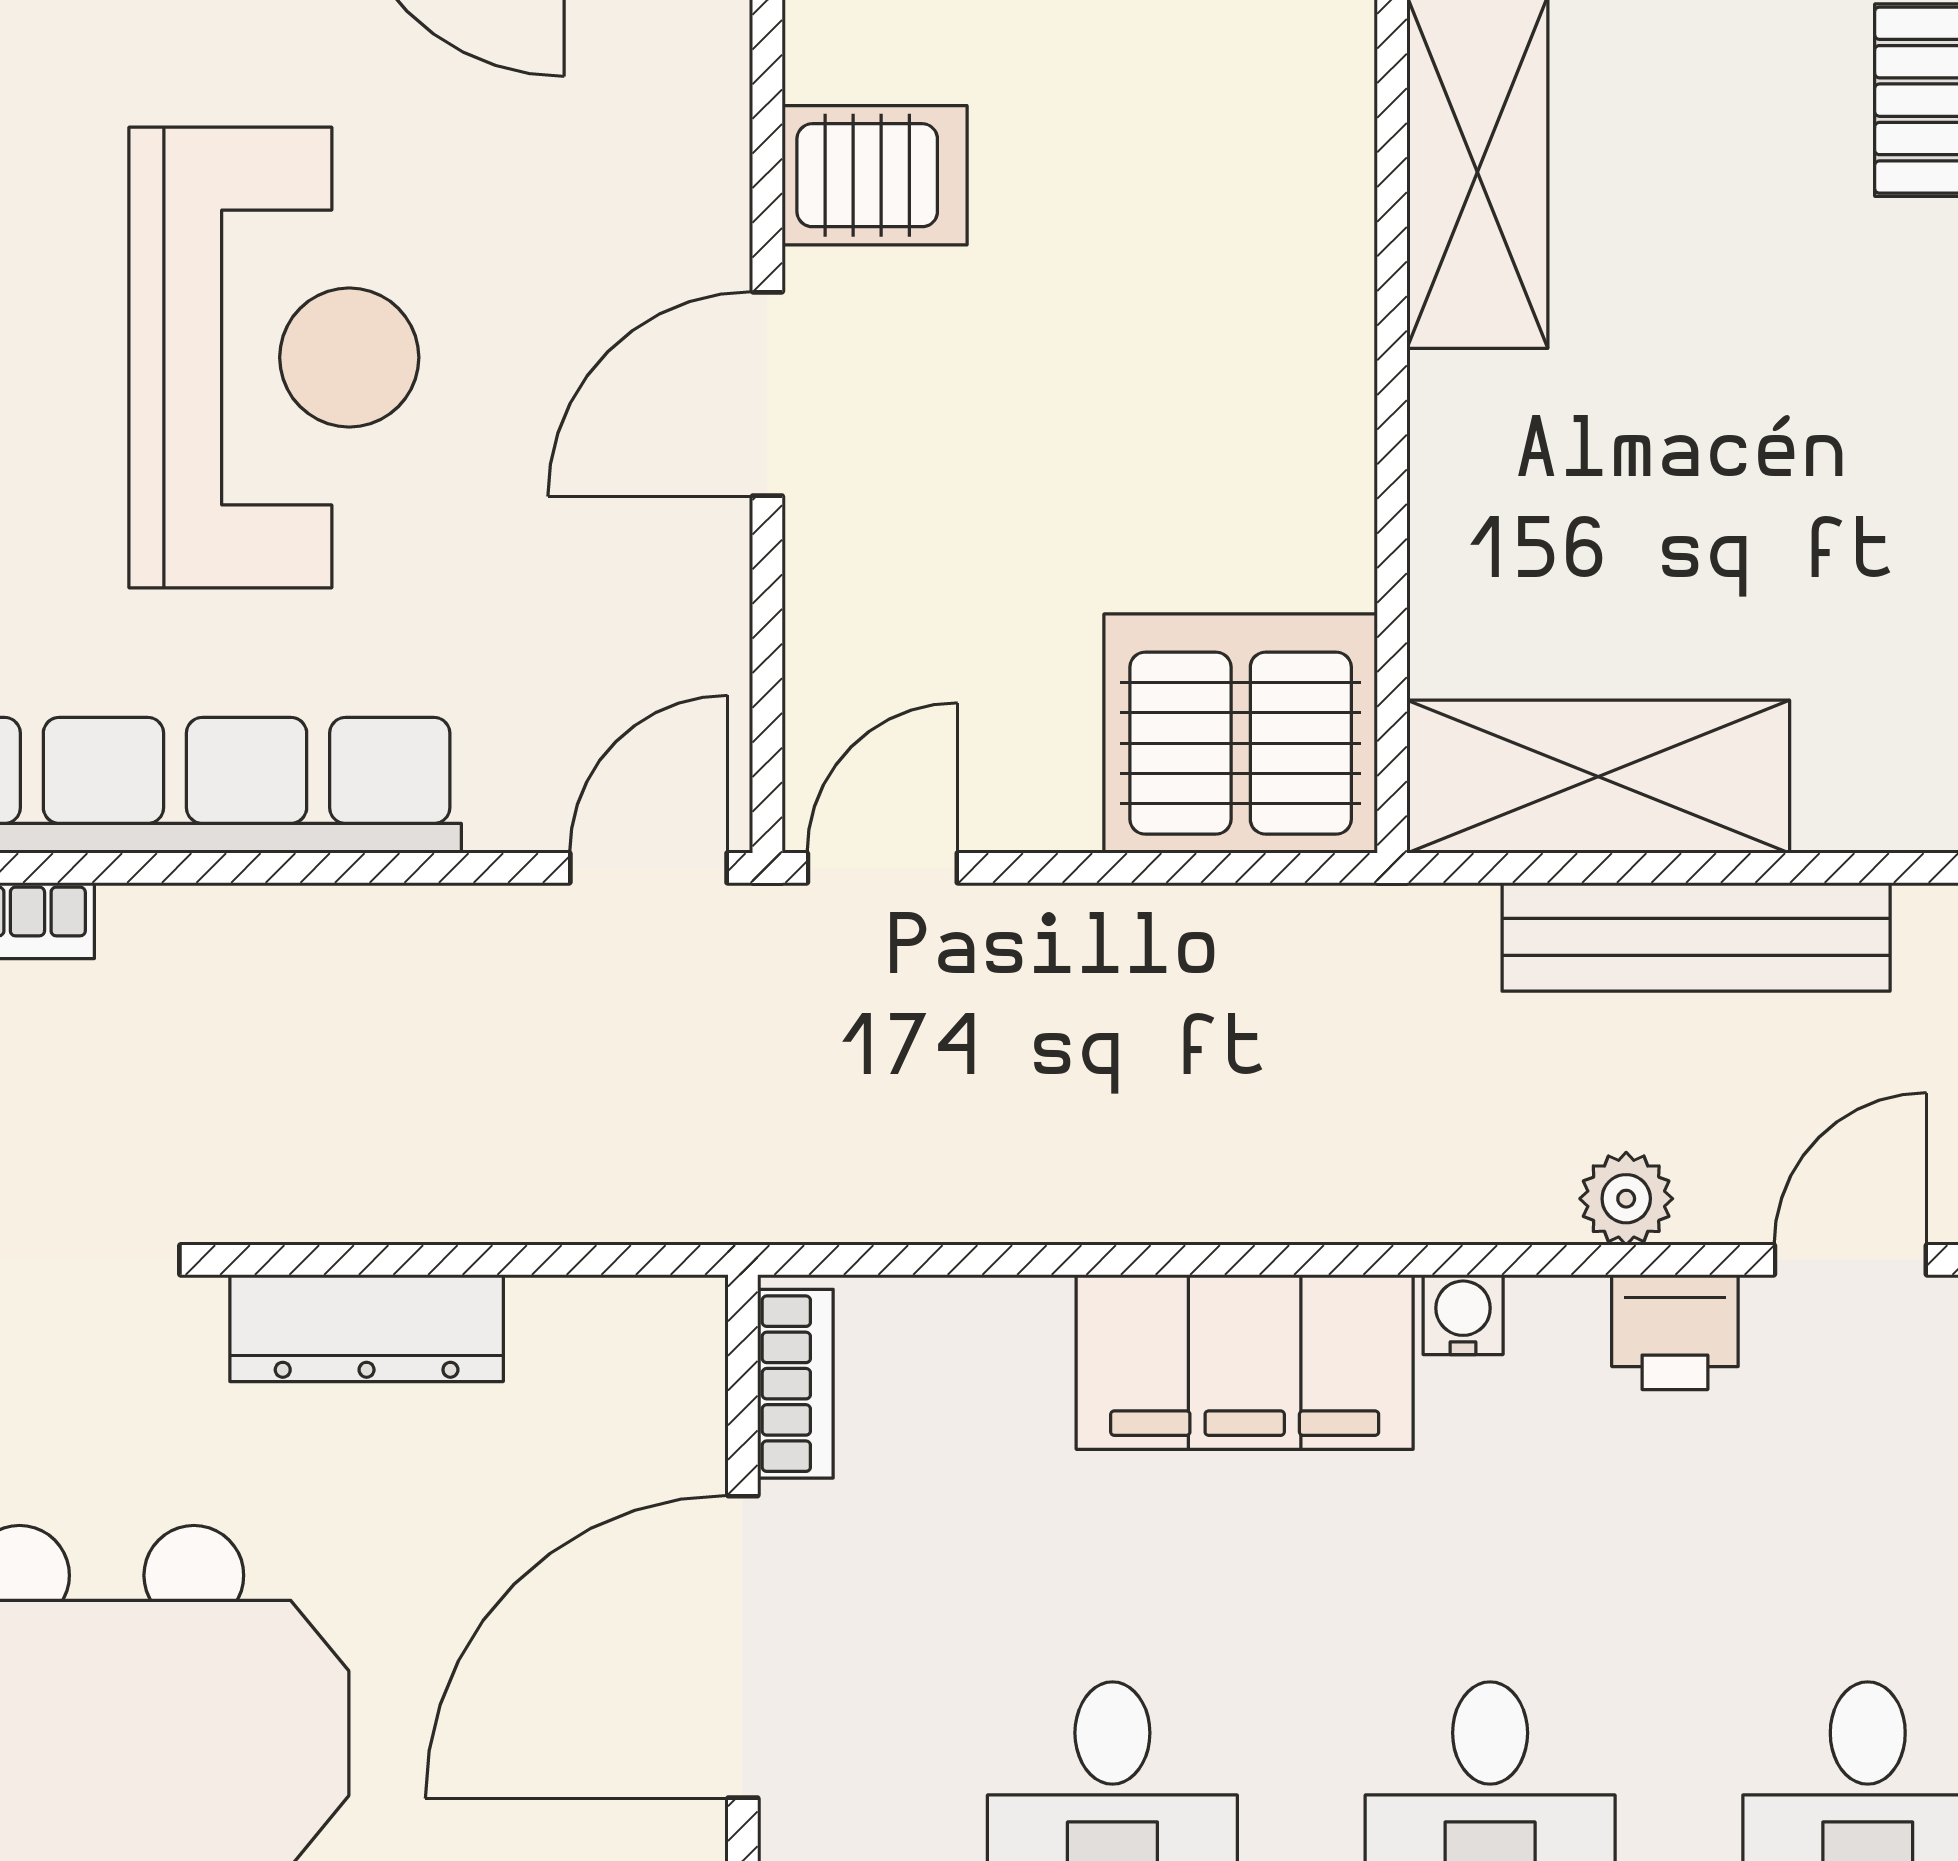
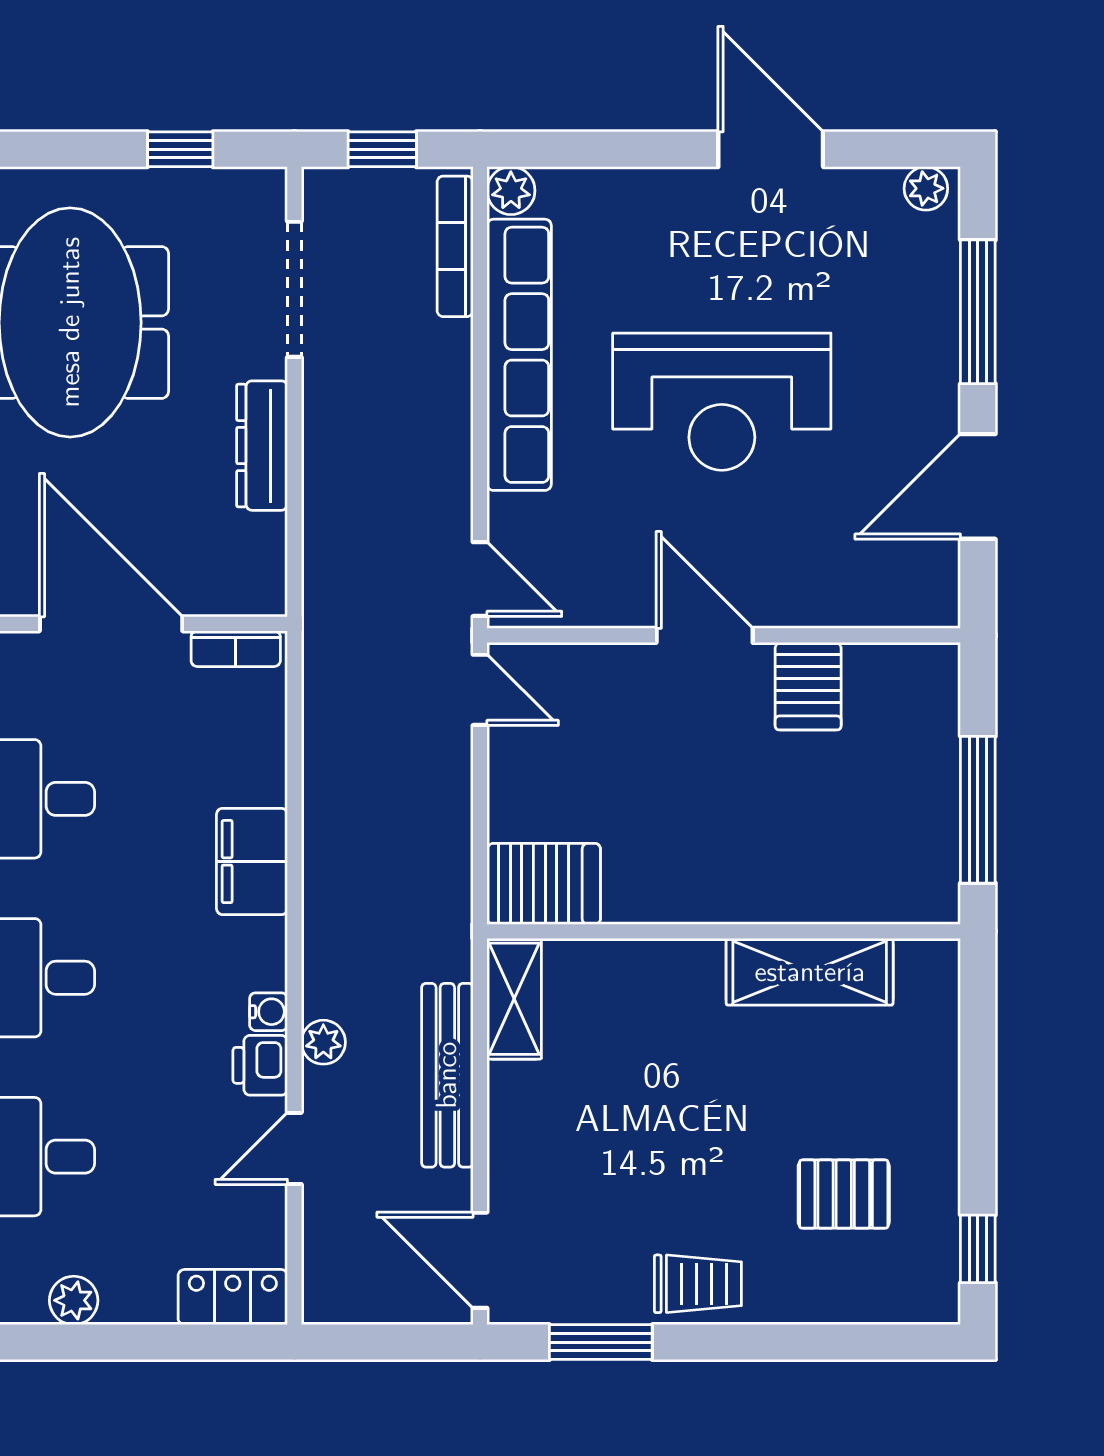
server rack: (1241, 734) -> (544, 884), width x0.62
shelving: (1598, 777) -> (514, 999), width x0.67, depth x0.75
door: (1850, 1260) -> (294, 1148), swing flipped
water cooler: (1463, 1315) -> (268, 1012), moved
filing cabinet: (1245, 1362) -> (252, 861), width x0.67, depth x0.86

